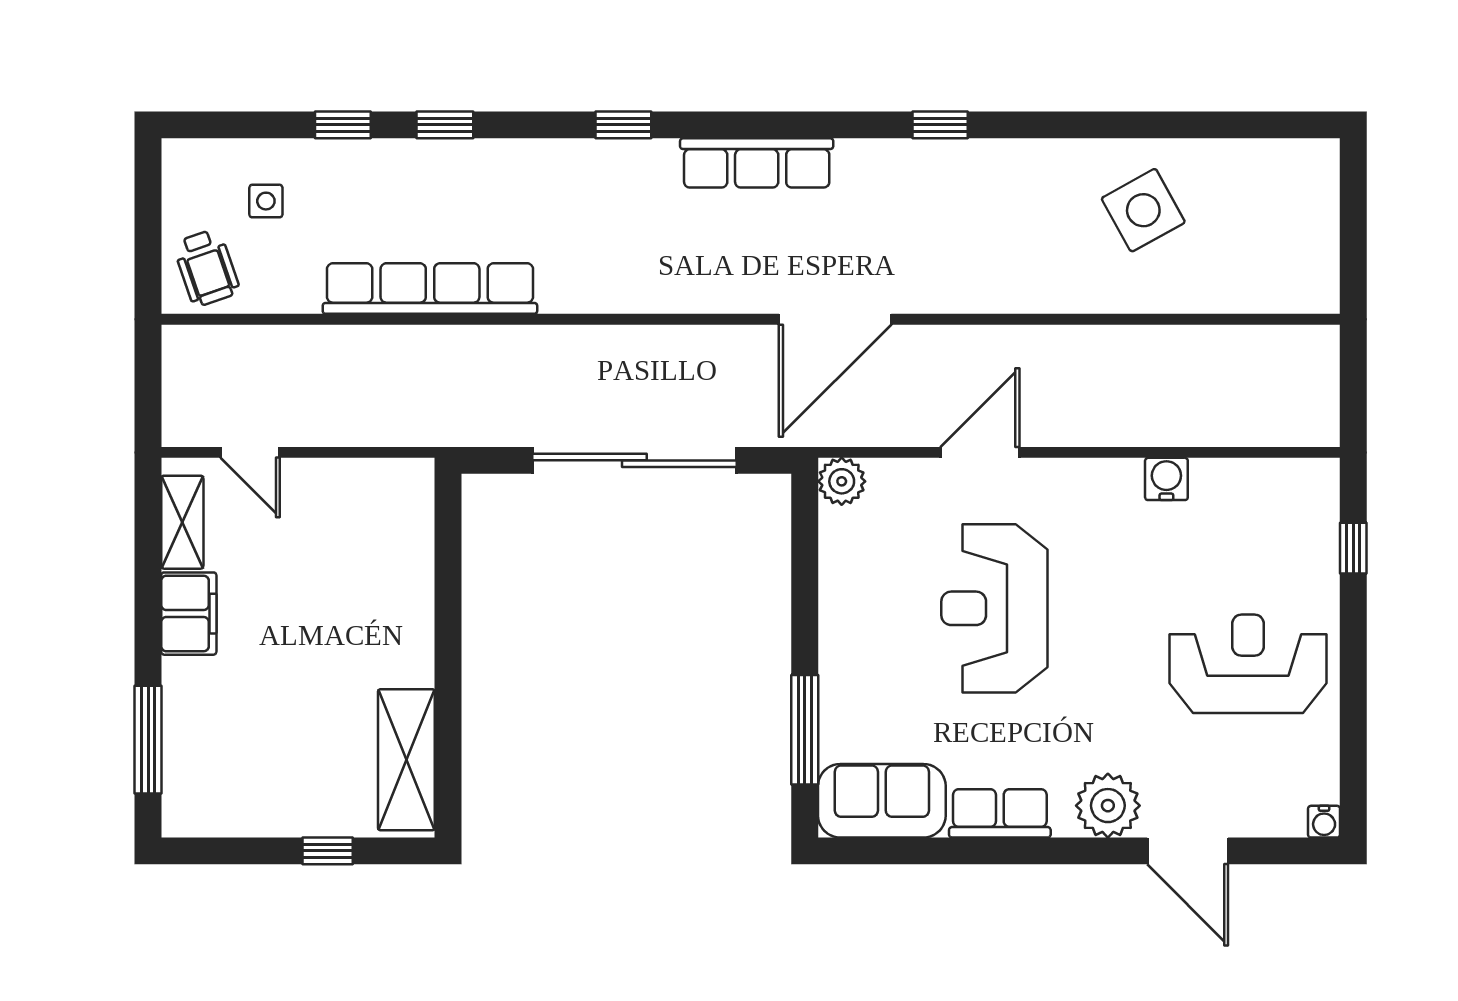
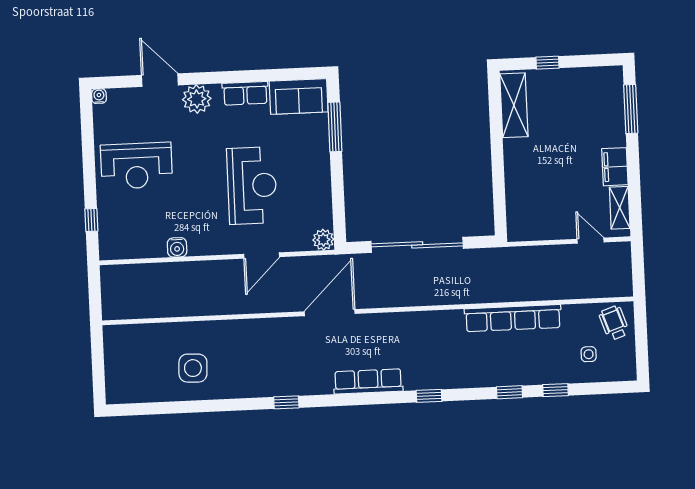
side table: (1143, 210) -> (193, 368), turned 32

